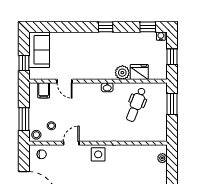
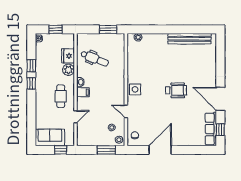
window: (148, 27) -> (31, 66), moved
cafe table: (90, 63) -> (61, 96), added
filing cabinet: (44, 90) -> (83, 92), moved
window: (172, 104) -> (108, 29), moved

